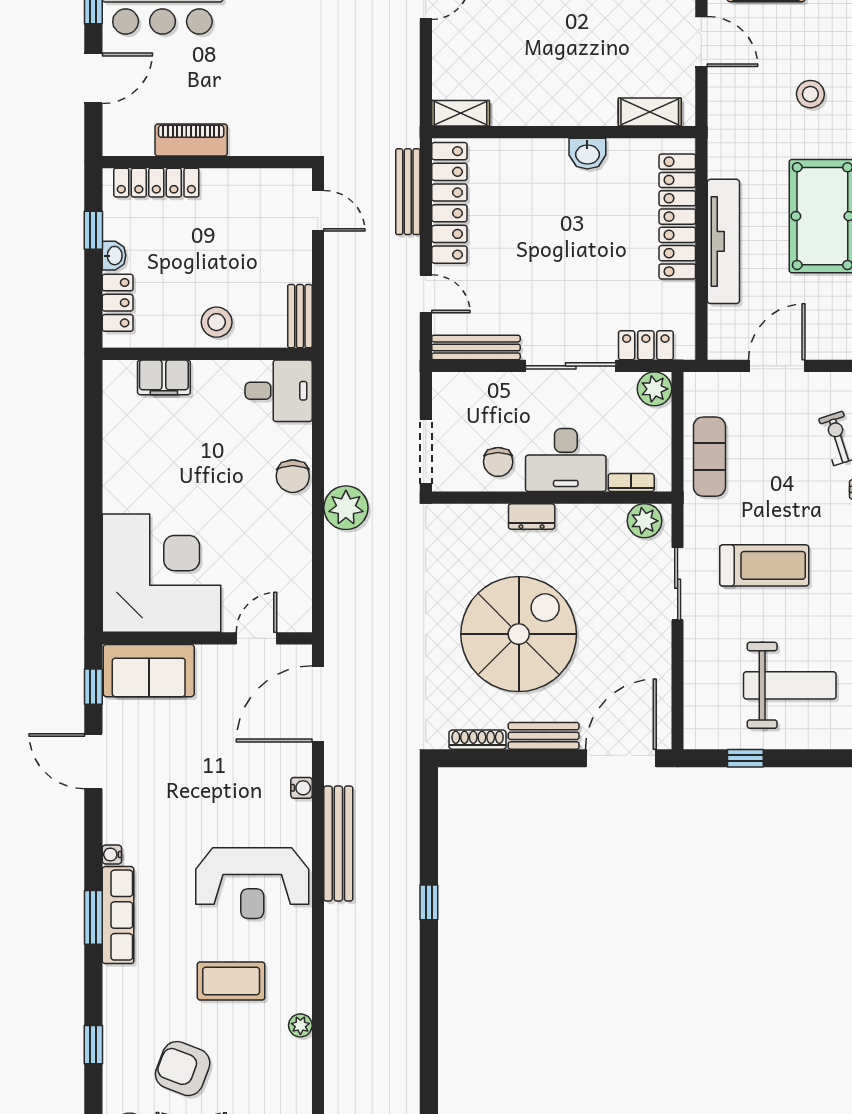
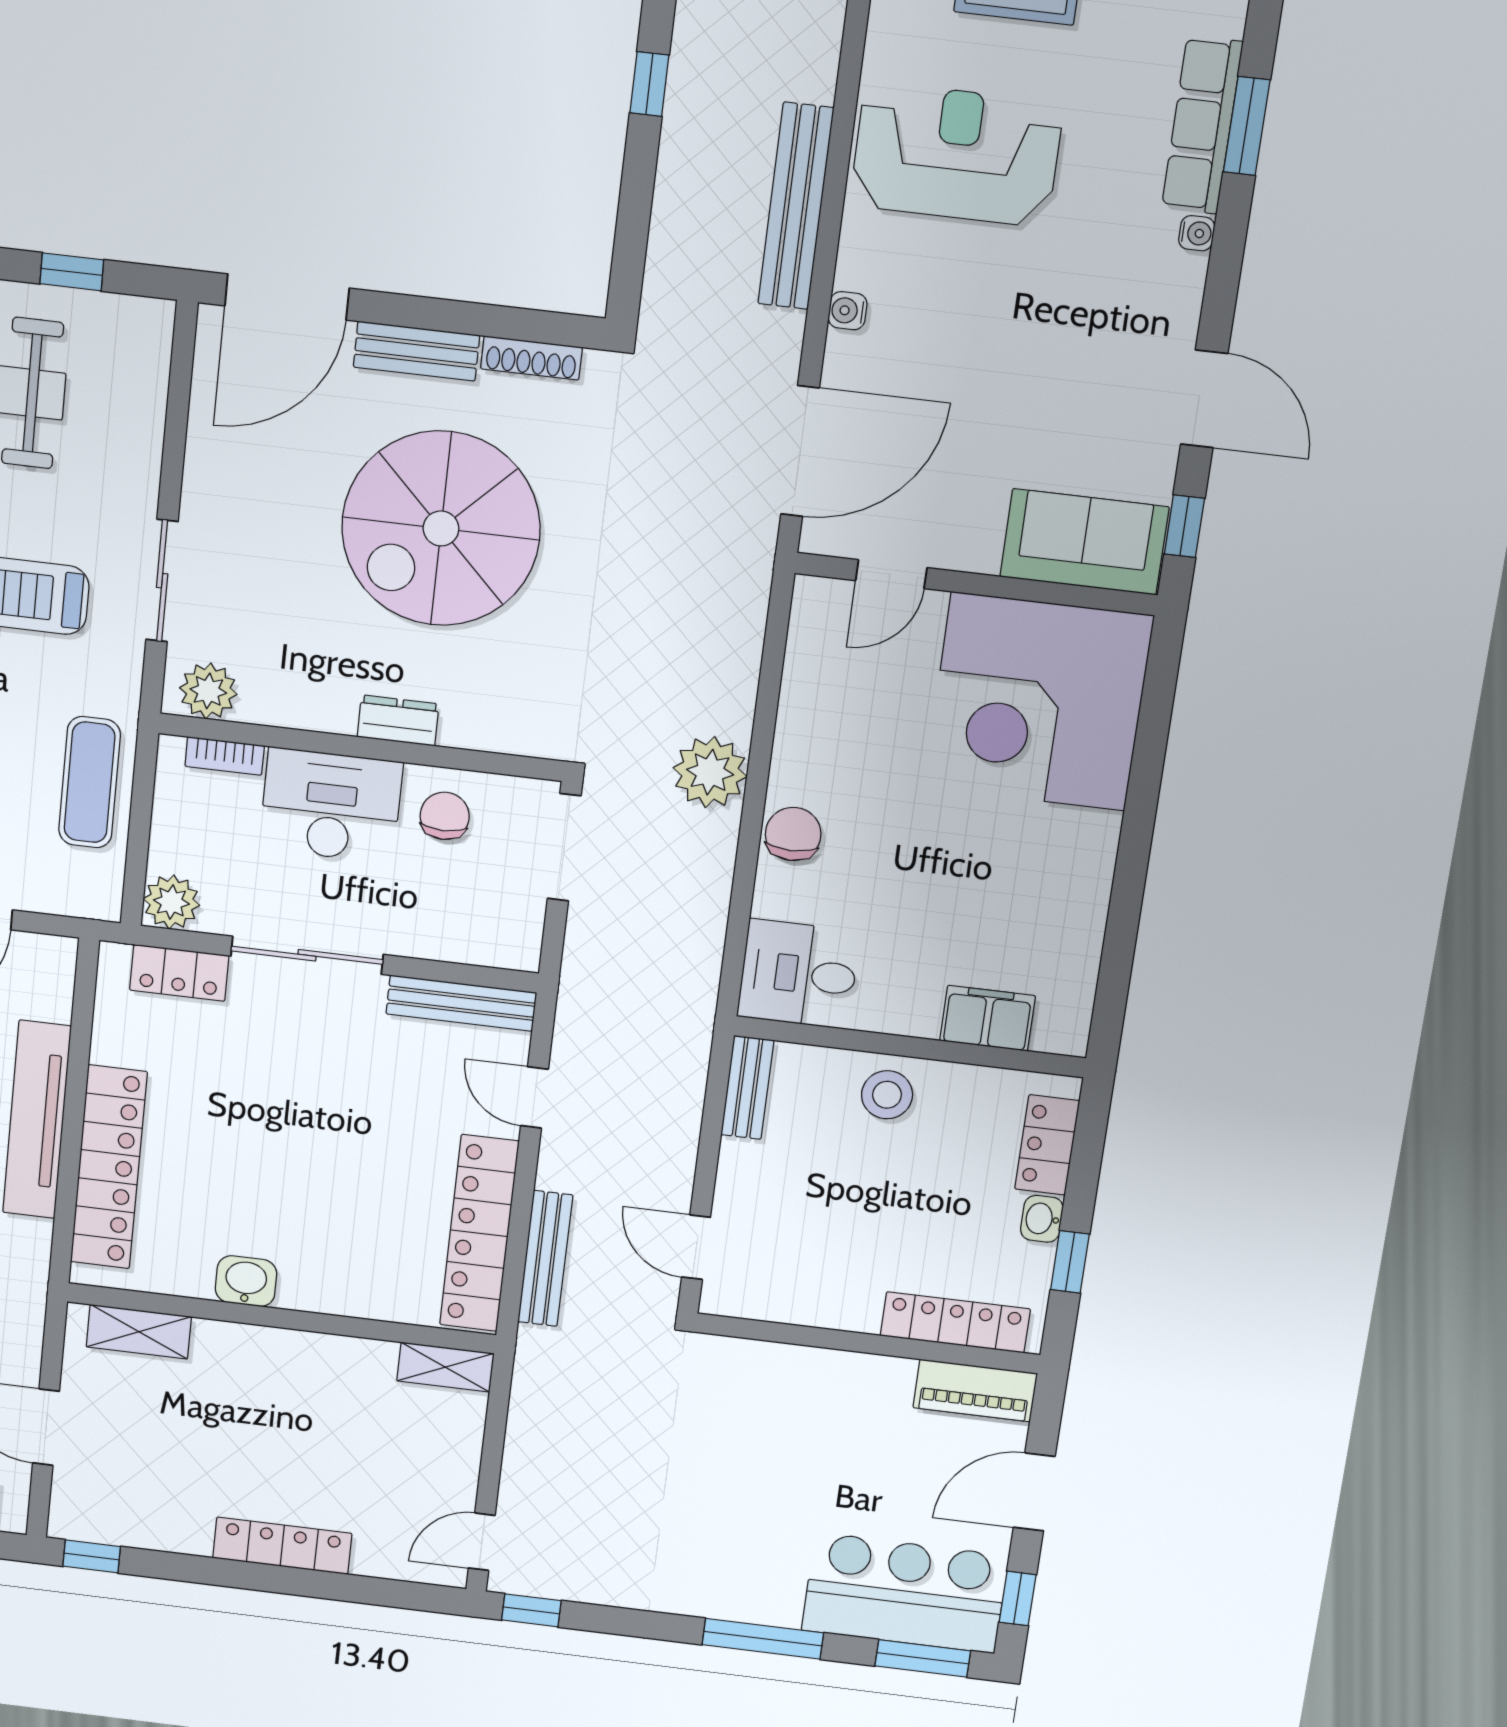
piano: (191, 140) -> (975, 1391), moved

